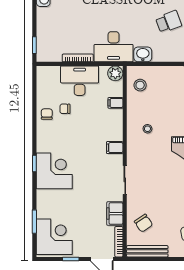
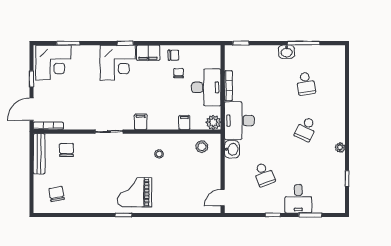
filing cabinet: (115, 214) -> (148, 53), moved, turned 180
chair: (143, 223) -> (67, 150), turned 124

